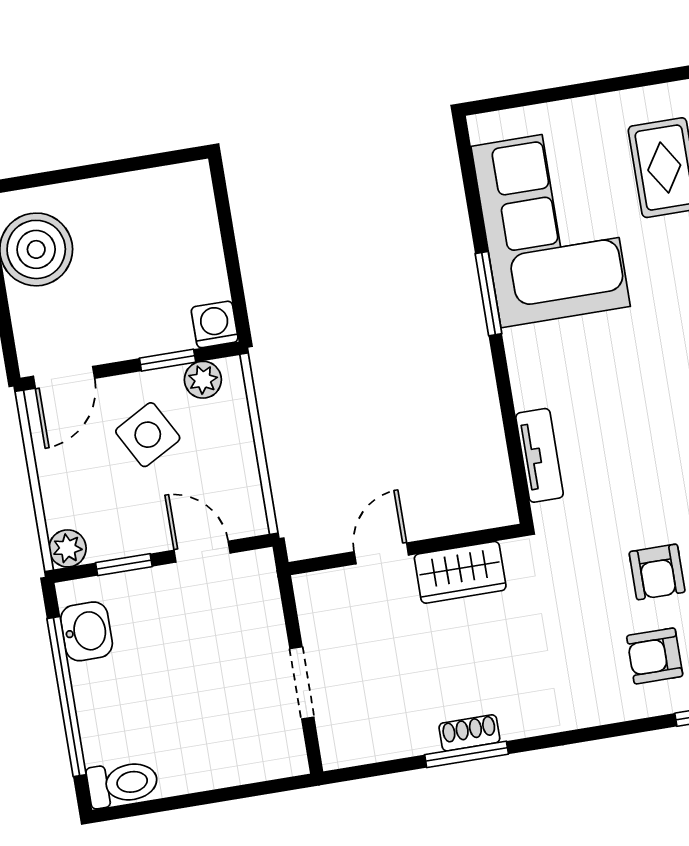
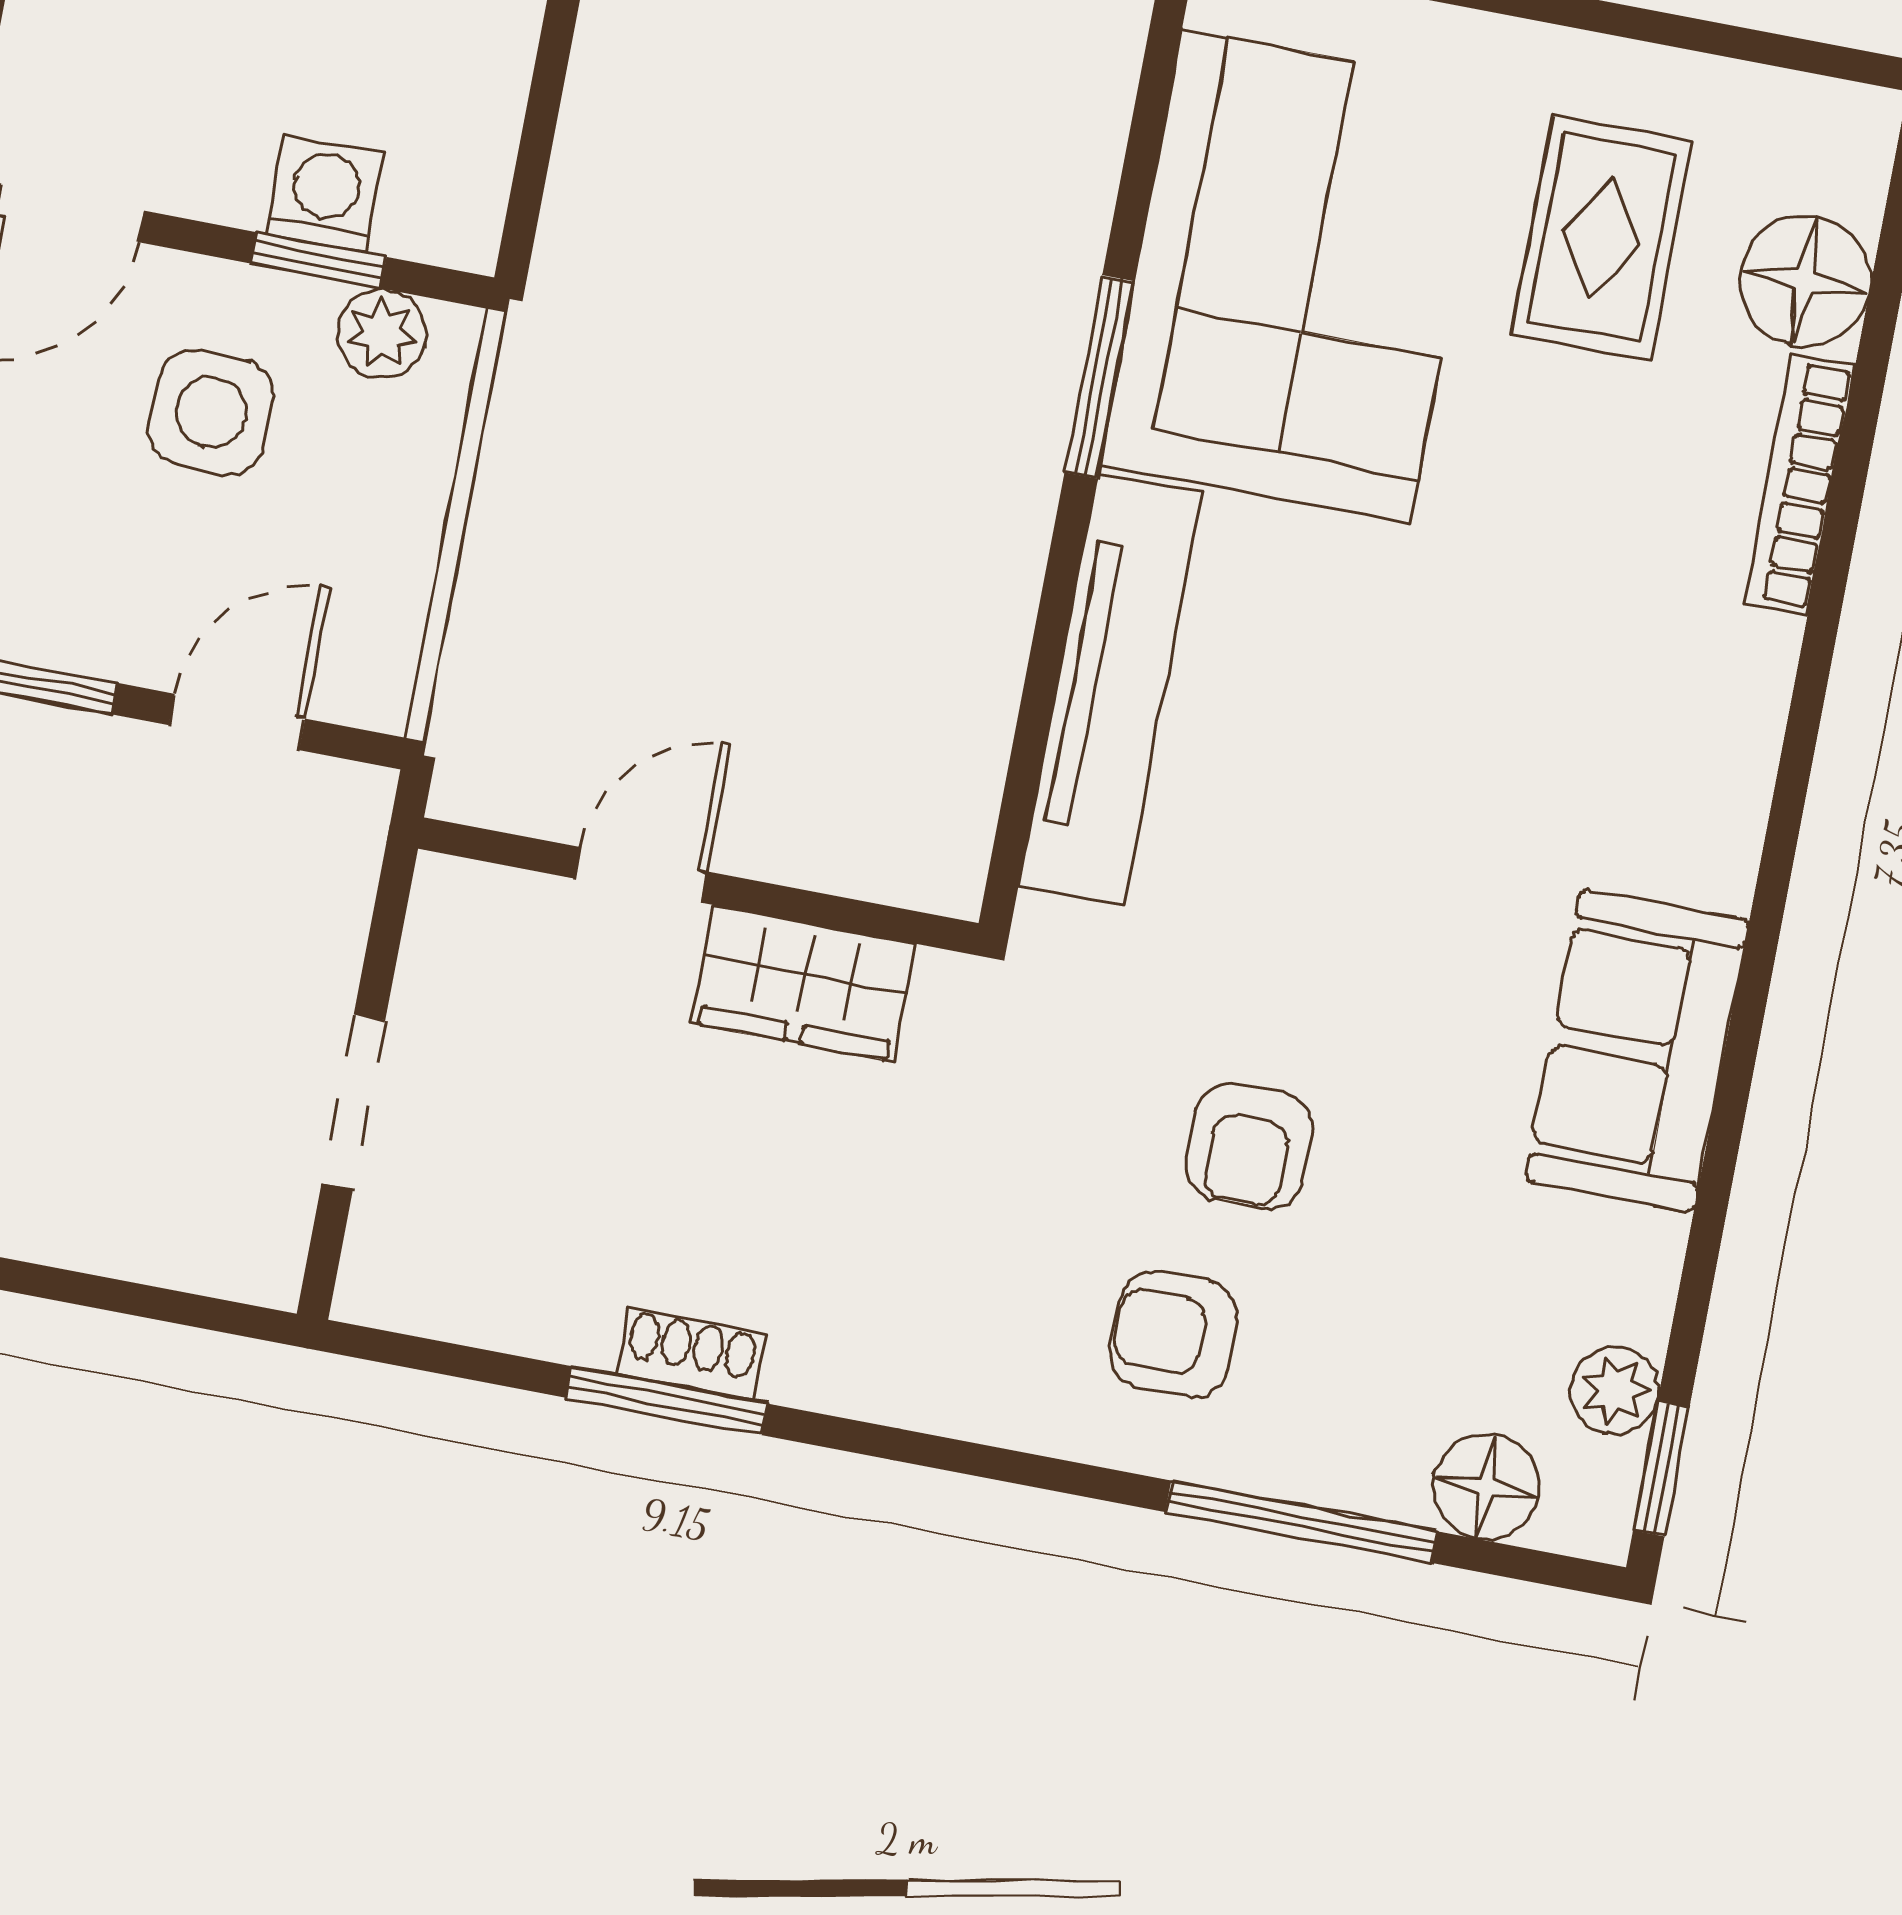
washing machine: (215, 324) -> (325, 194), moved
side table: (148, 435) -> (211, 412), turned 30
tv unit: (540, 455) -> (1111, 689), width x1.92, depth x1.29
door: (202, 552) -> (237, 722), hinge flipped

